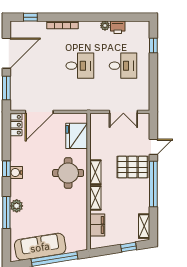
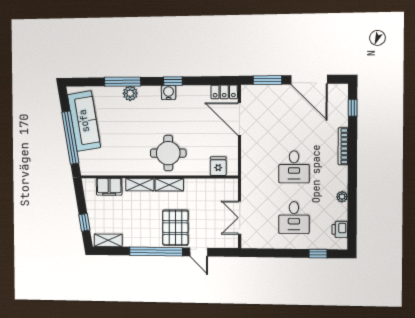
printer: (118, 27) -> (340, 229), moved
fridge: (77, 136) -> (218, 166), width x0.53, depth x0.75

